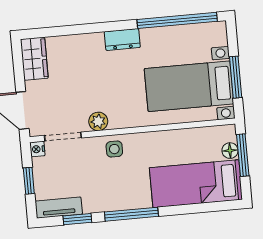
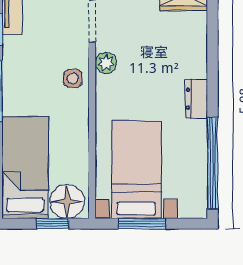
floor lamp: (230, 151) -> (67, 202), width x1.89, depth x1.89
window: (243, 155) -> (53, 224), width x0.67

